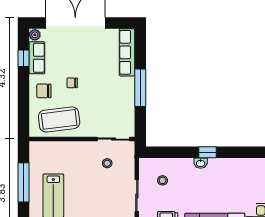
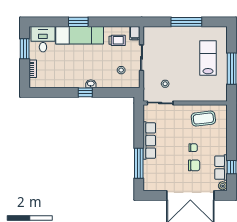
row of seats: (127, 52) -> (149, 141), moved
window: (140, 88) -> (139, 163), moved
chair: (44, 91) -> (194, 165), moved
coffee table: (59, 119) -> (203, 119), width x0.73, depth x0.76

